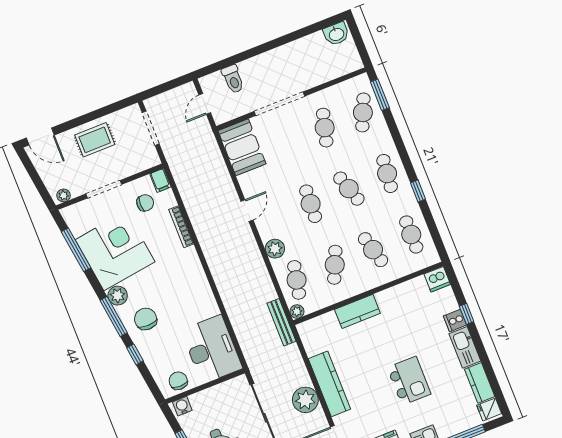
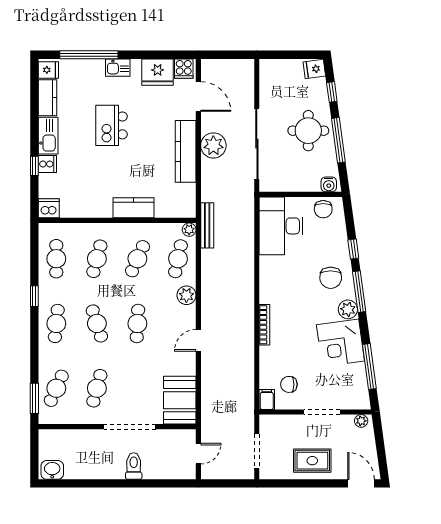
toilet: (233, 79) -> (134, 466), moved
bookcase: (181, 227) -> (264, 325), moved
cafe table: (373, 250) -> (97, 259), turned 30
corner desk: (115, 251) -> (340, 343), width x0.74, depth x0.74

